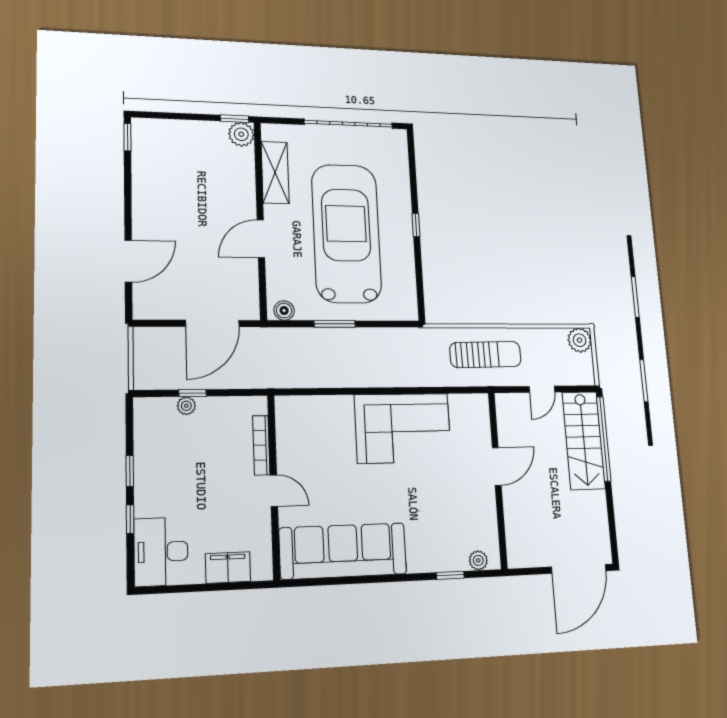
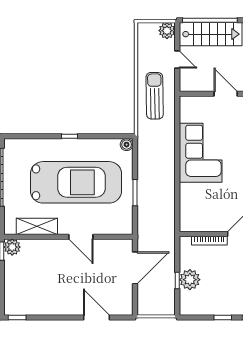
car: (346, 233) -> (76, 182), turned 180
boiler: (284, 311) -> (127, 145), moved
door: (212, 323) -> (135, 268), hinge flipped
plant: (580, 340) -> (167, 31), moved
plant: (186, 406) -> (190, 280), width x1.88, depth x1.88

